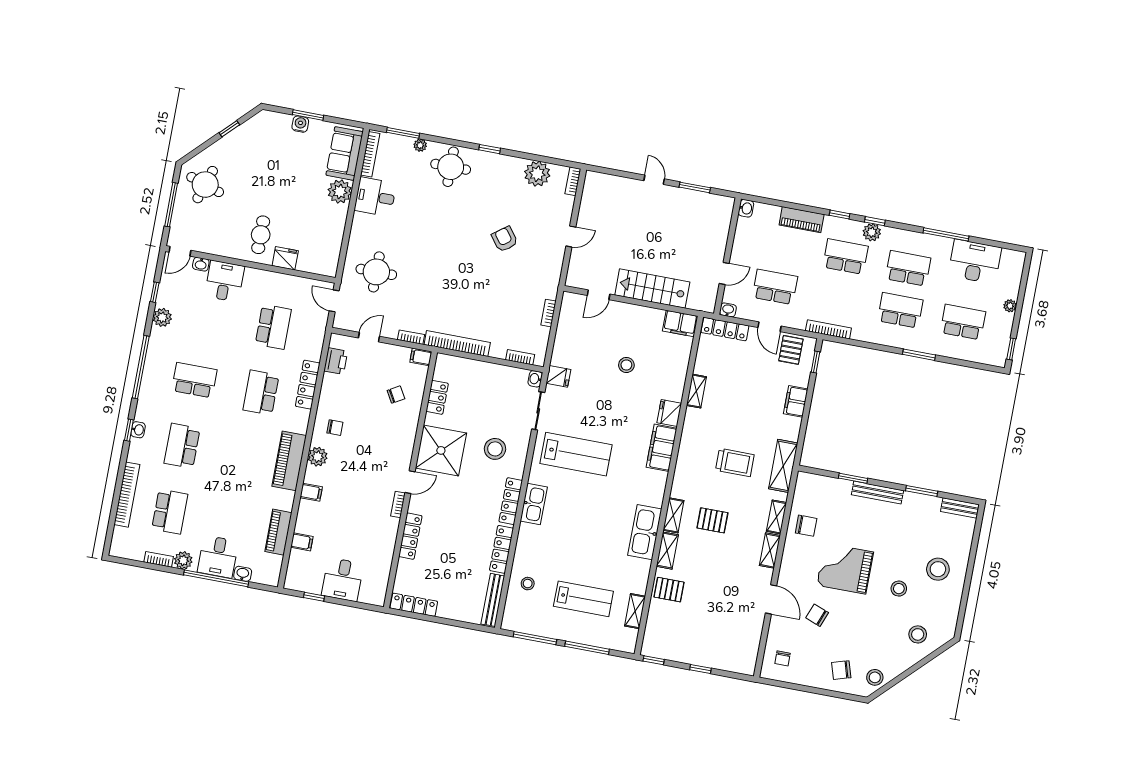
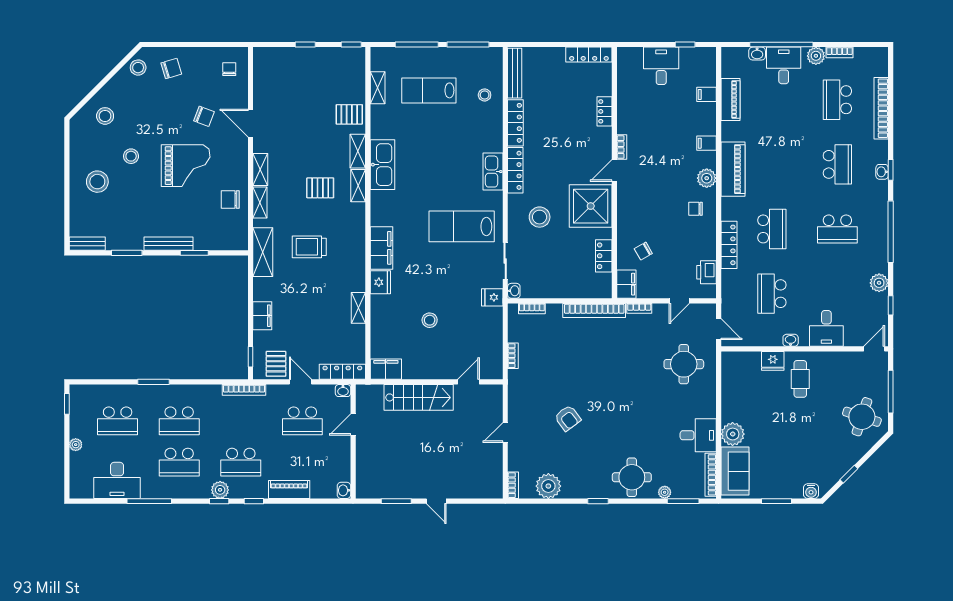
water cooler: (300, 124) -> (811, 491), moved
washbasin: (201, 264) -> (791, 340), moved
filing cabinet: (421, 357) -> (626, 284), width x2.00
locker: (410, 536) -> (604, 111), width x0.66

